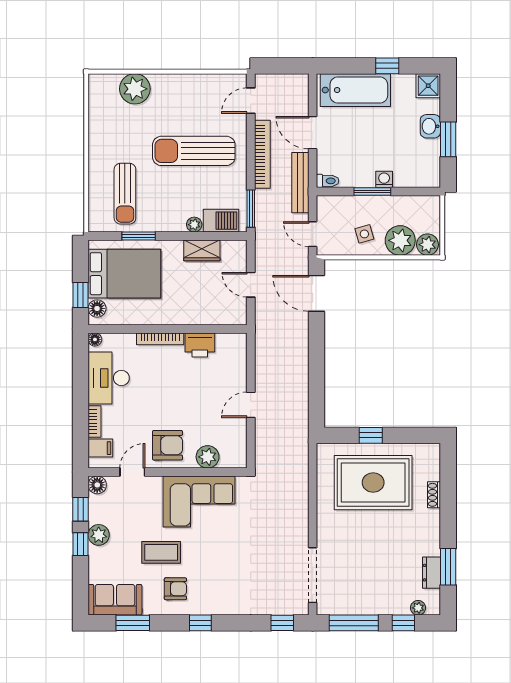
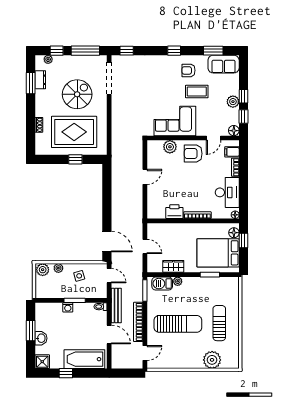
sun lounger: (125, 194) -> (219, 323), moved
plant: (400, 240) -> (58, 268), width x0.53, depth x0.53
spiral stairs: (368, 548) -> (77, 94), added

